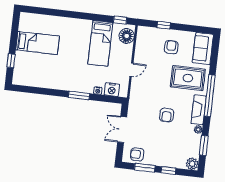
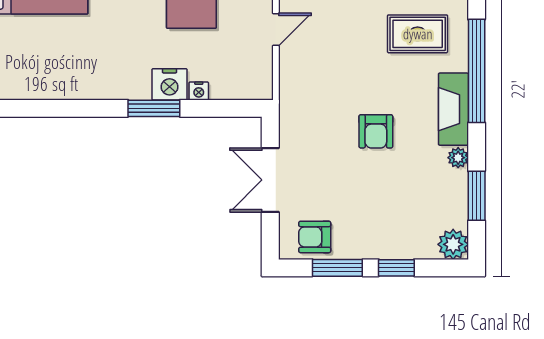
rug: (188, 78) -> (418, 34), width x0.73, depth x0.70
nightstand: (112, 90) -> (170, 84), moved

